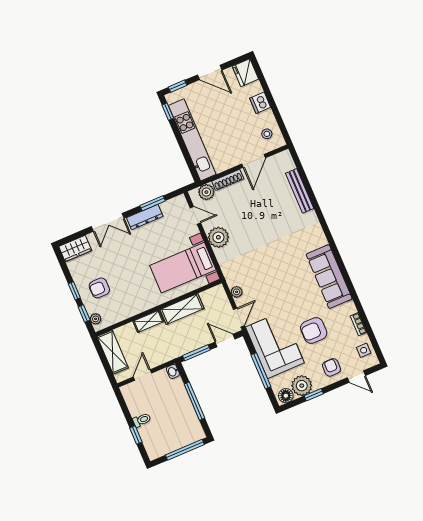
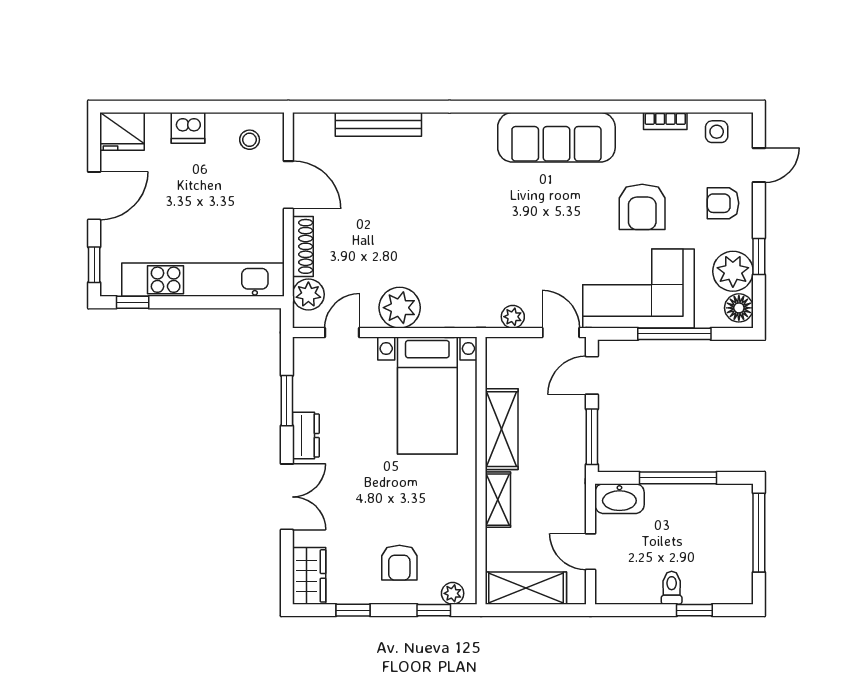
dresser: (145, 217) -> (306, 435), width x0.70
window: (74, 291) -> (353, 610), moved
washbasin: (173, 371) -> (619, 499), width x1.91, depth x1.45

